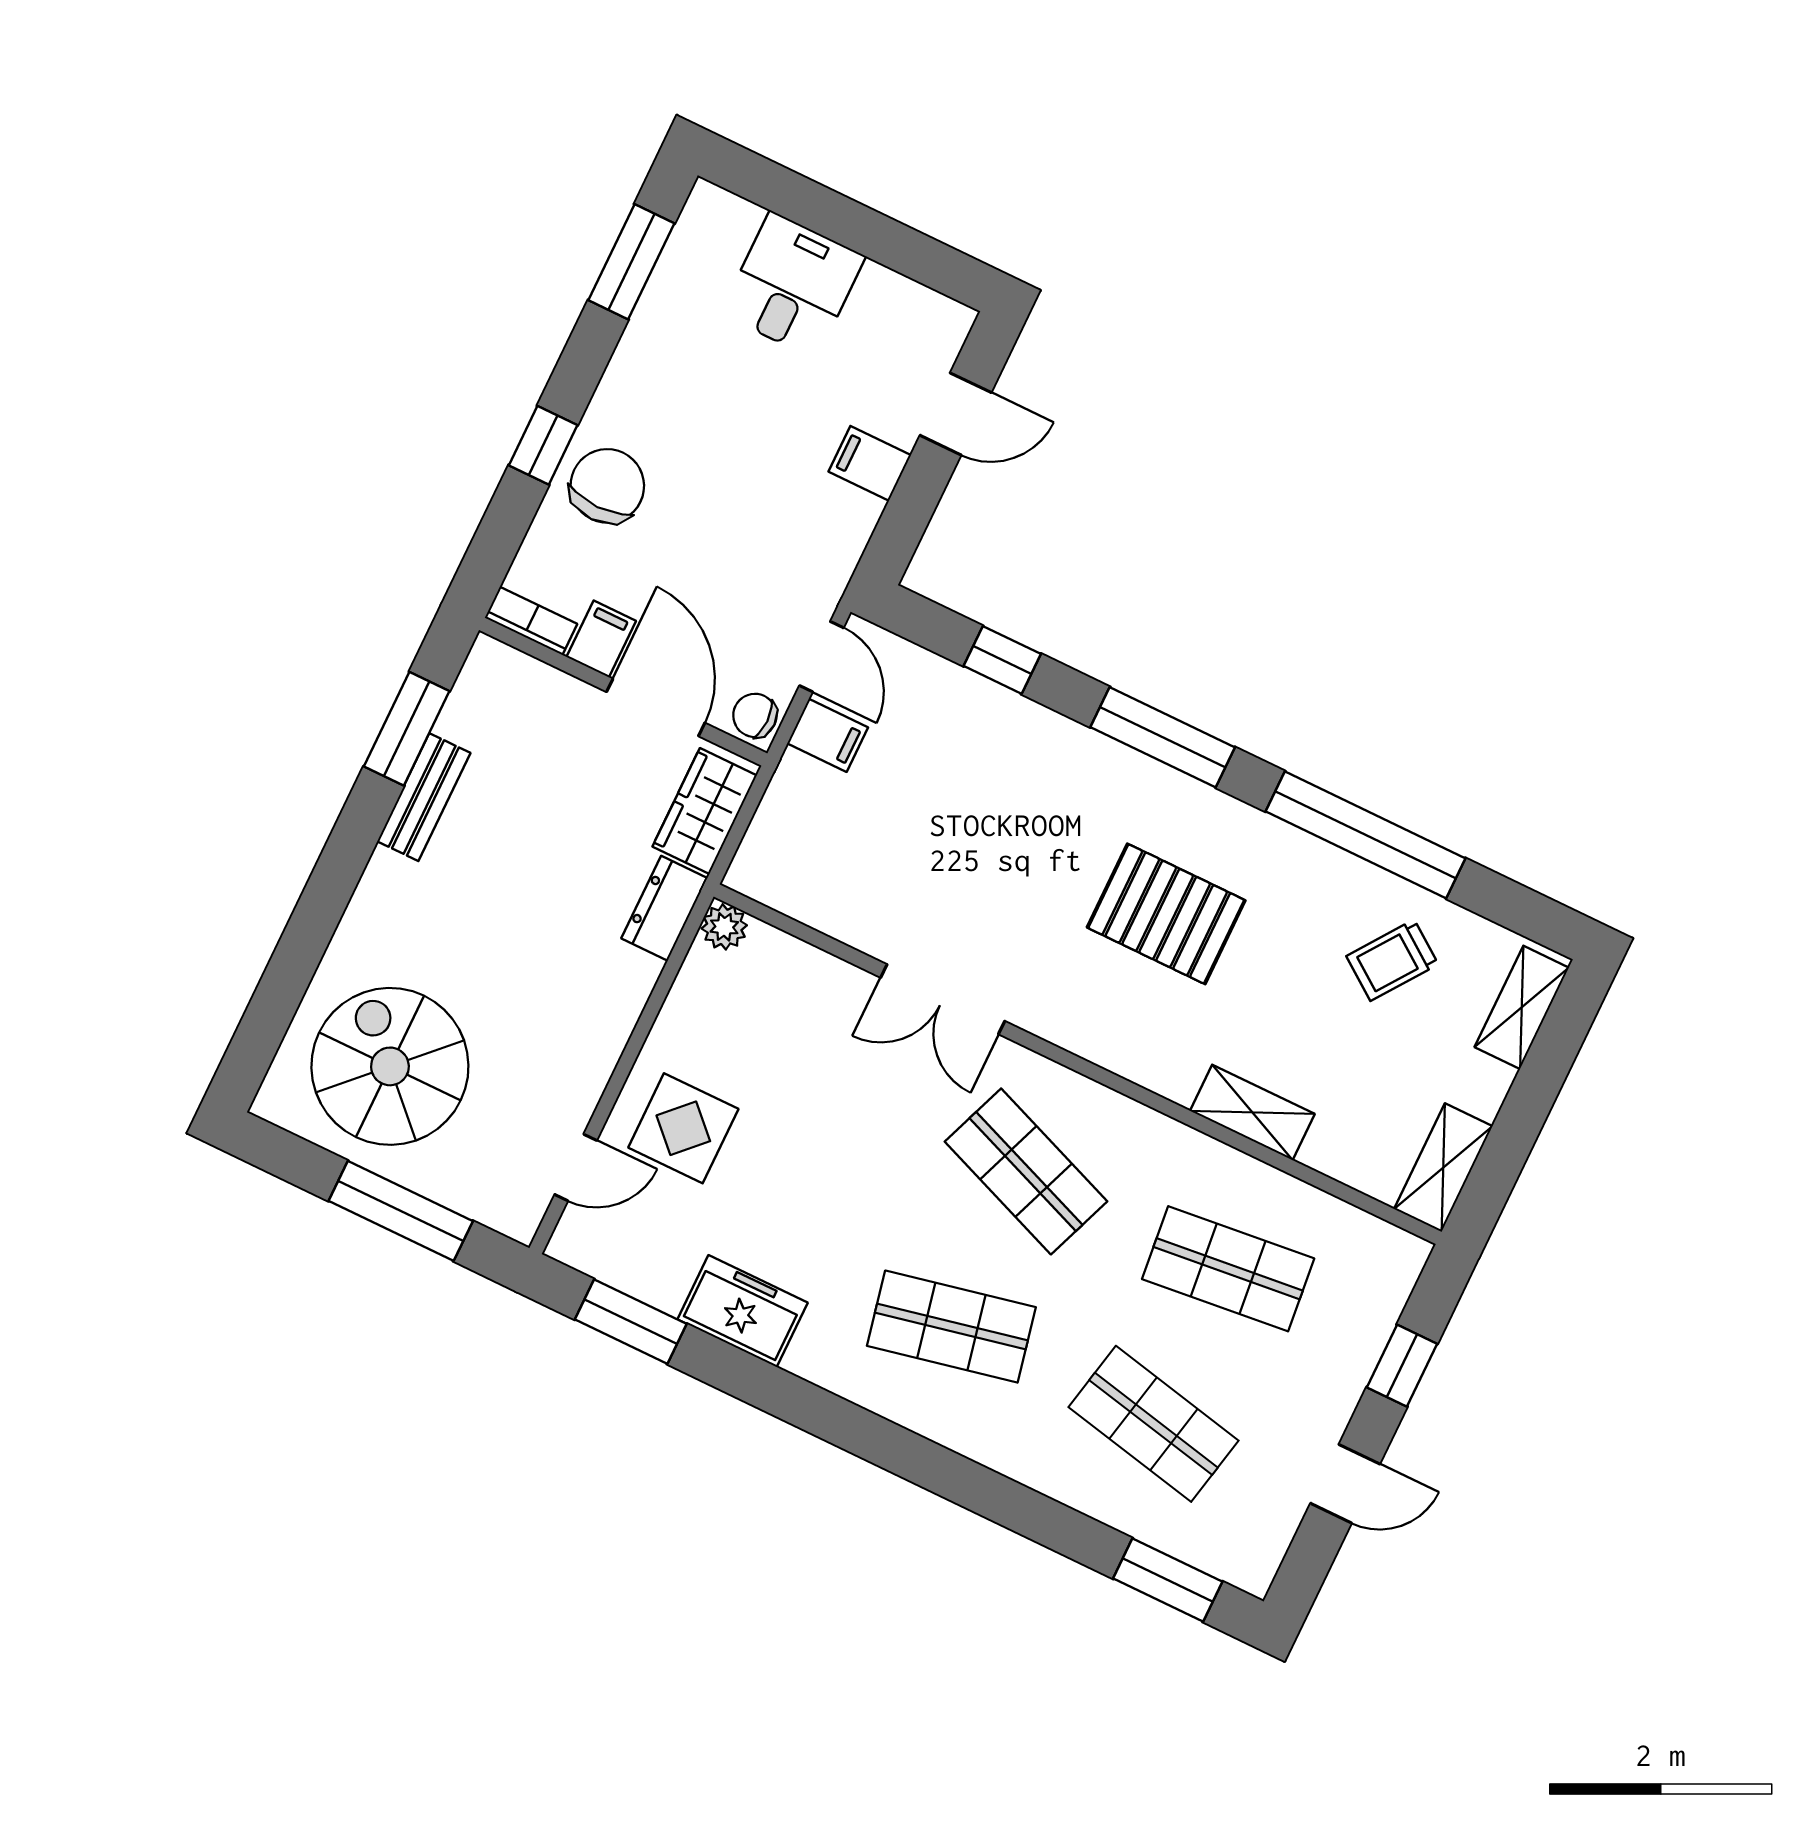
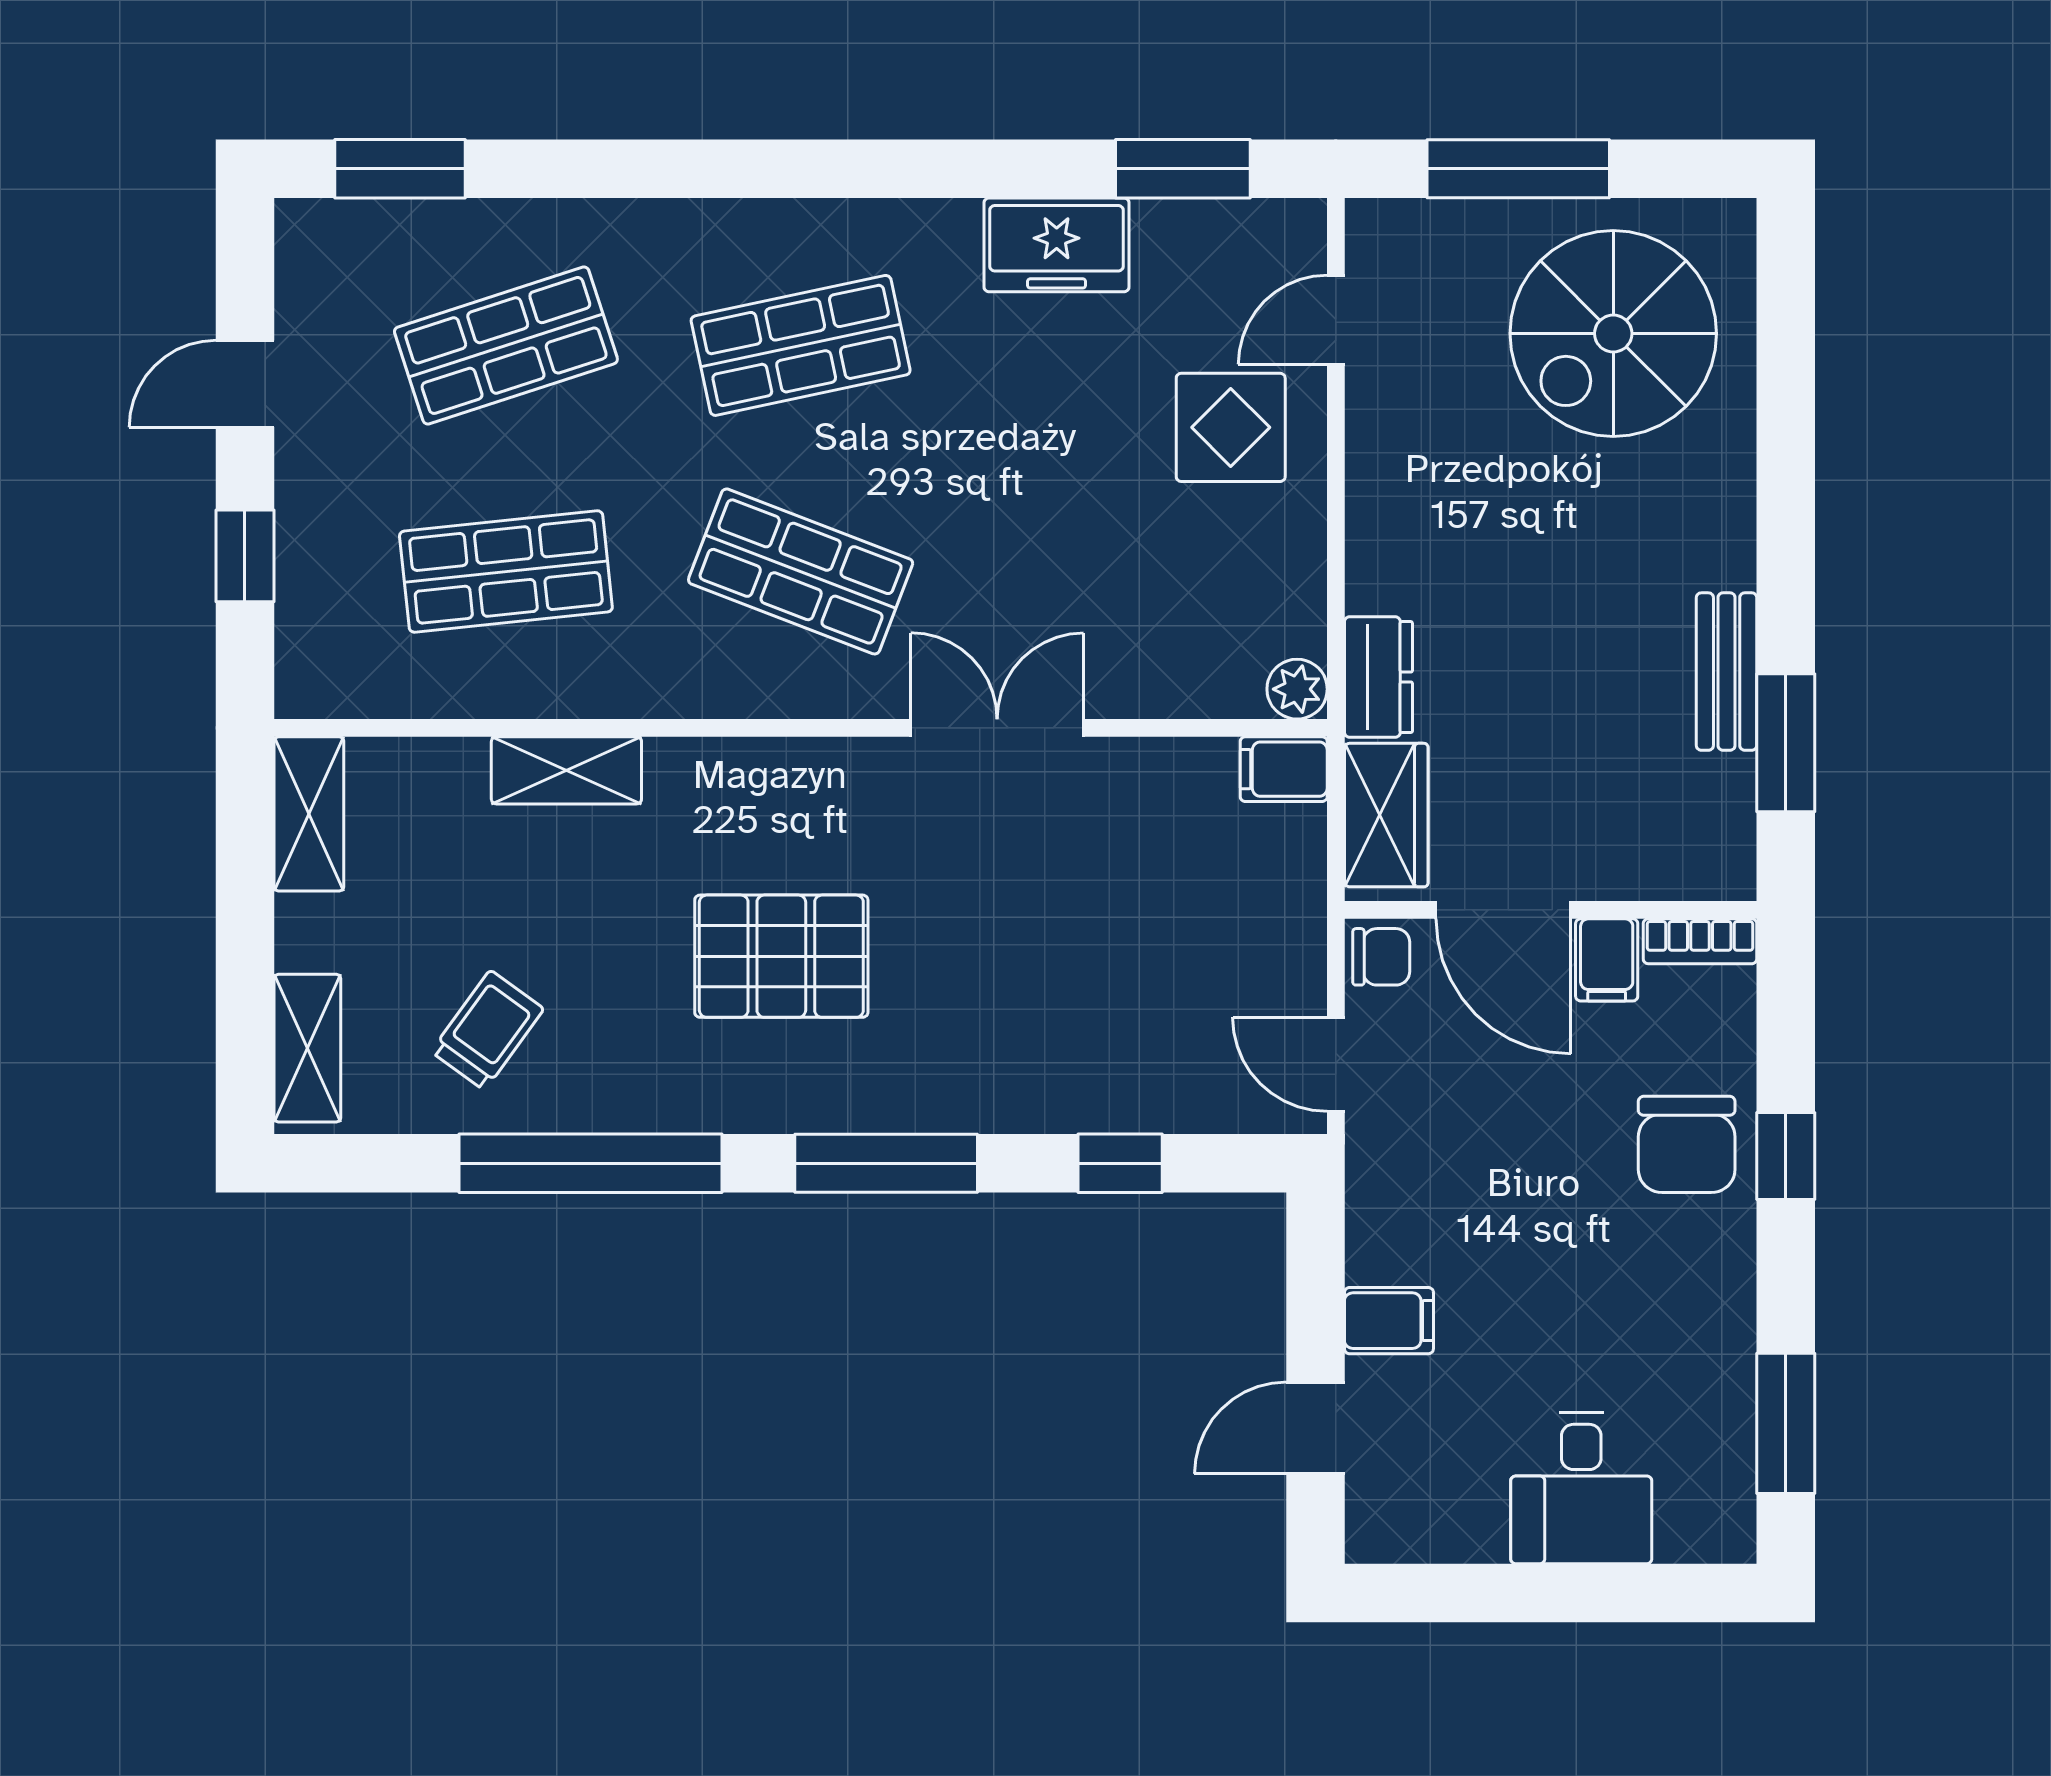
filing cabinet: (828, 735) -> (1284, 769), moved
spiral stairs: (390, 1066) -> (1613, 334), turned 90
shop shelf: (1153, 1424) -> (506, 345), turned -30

